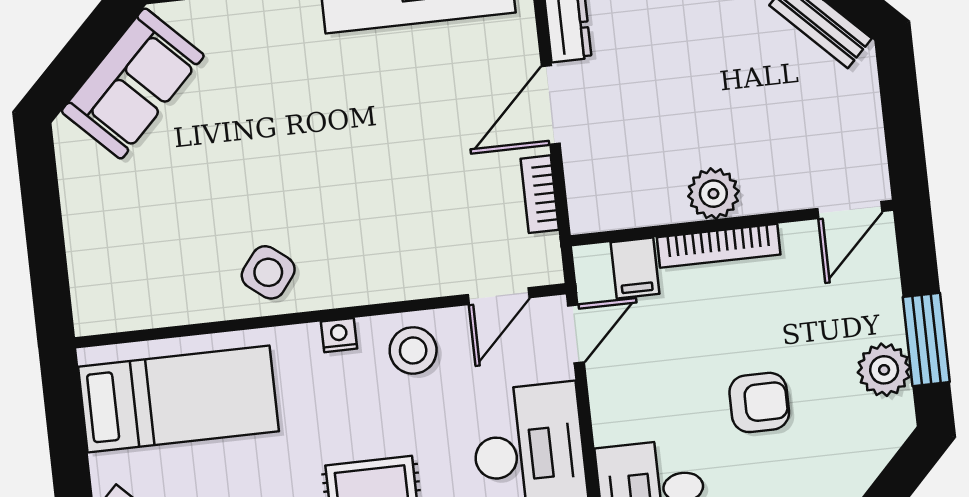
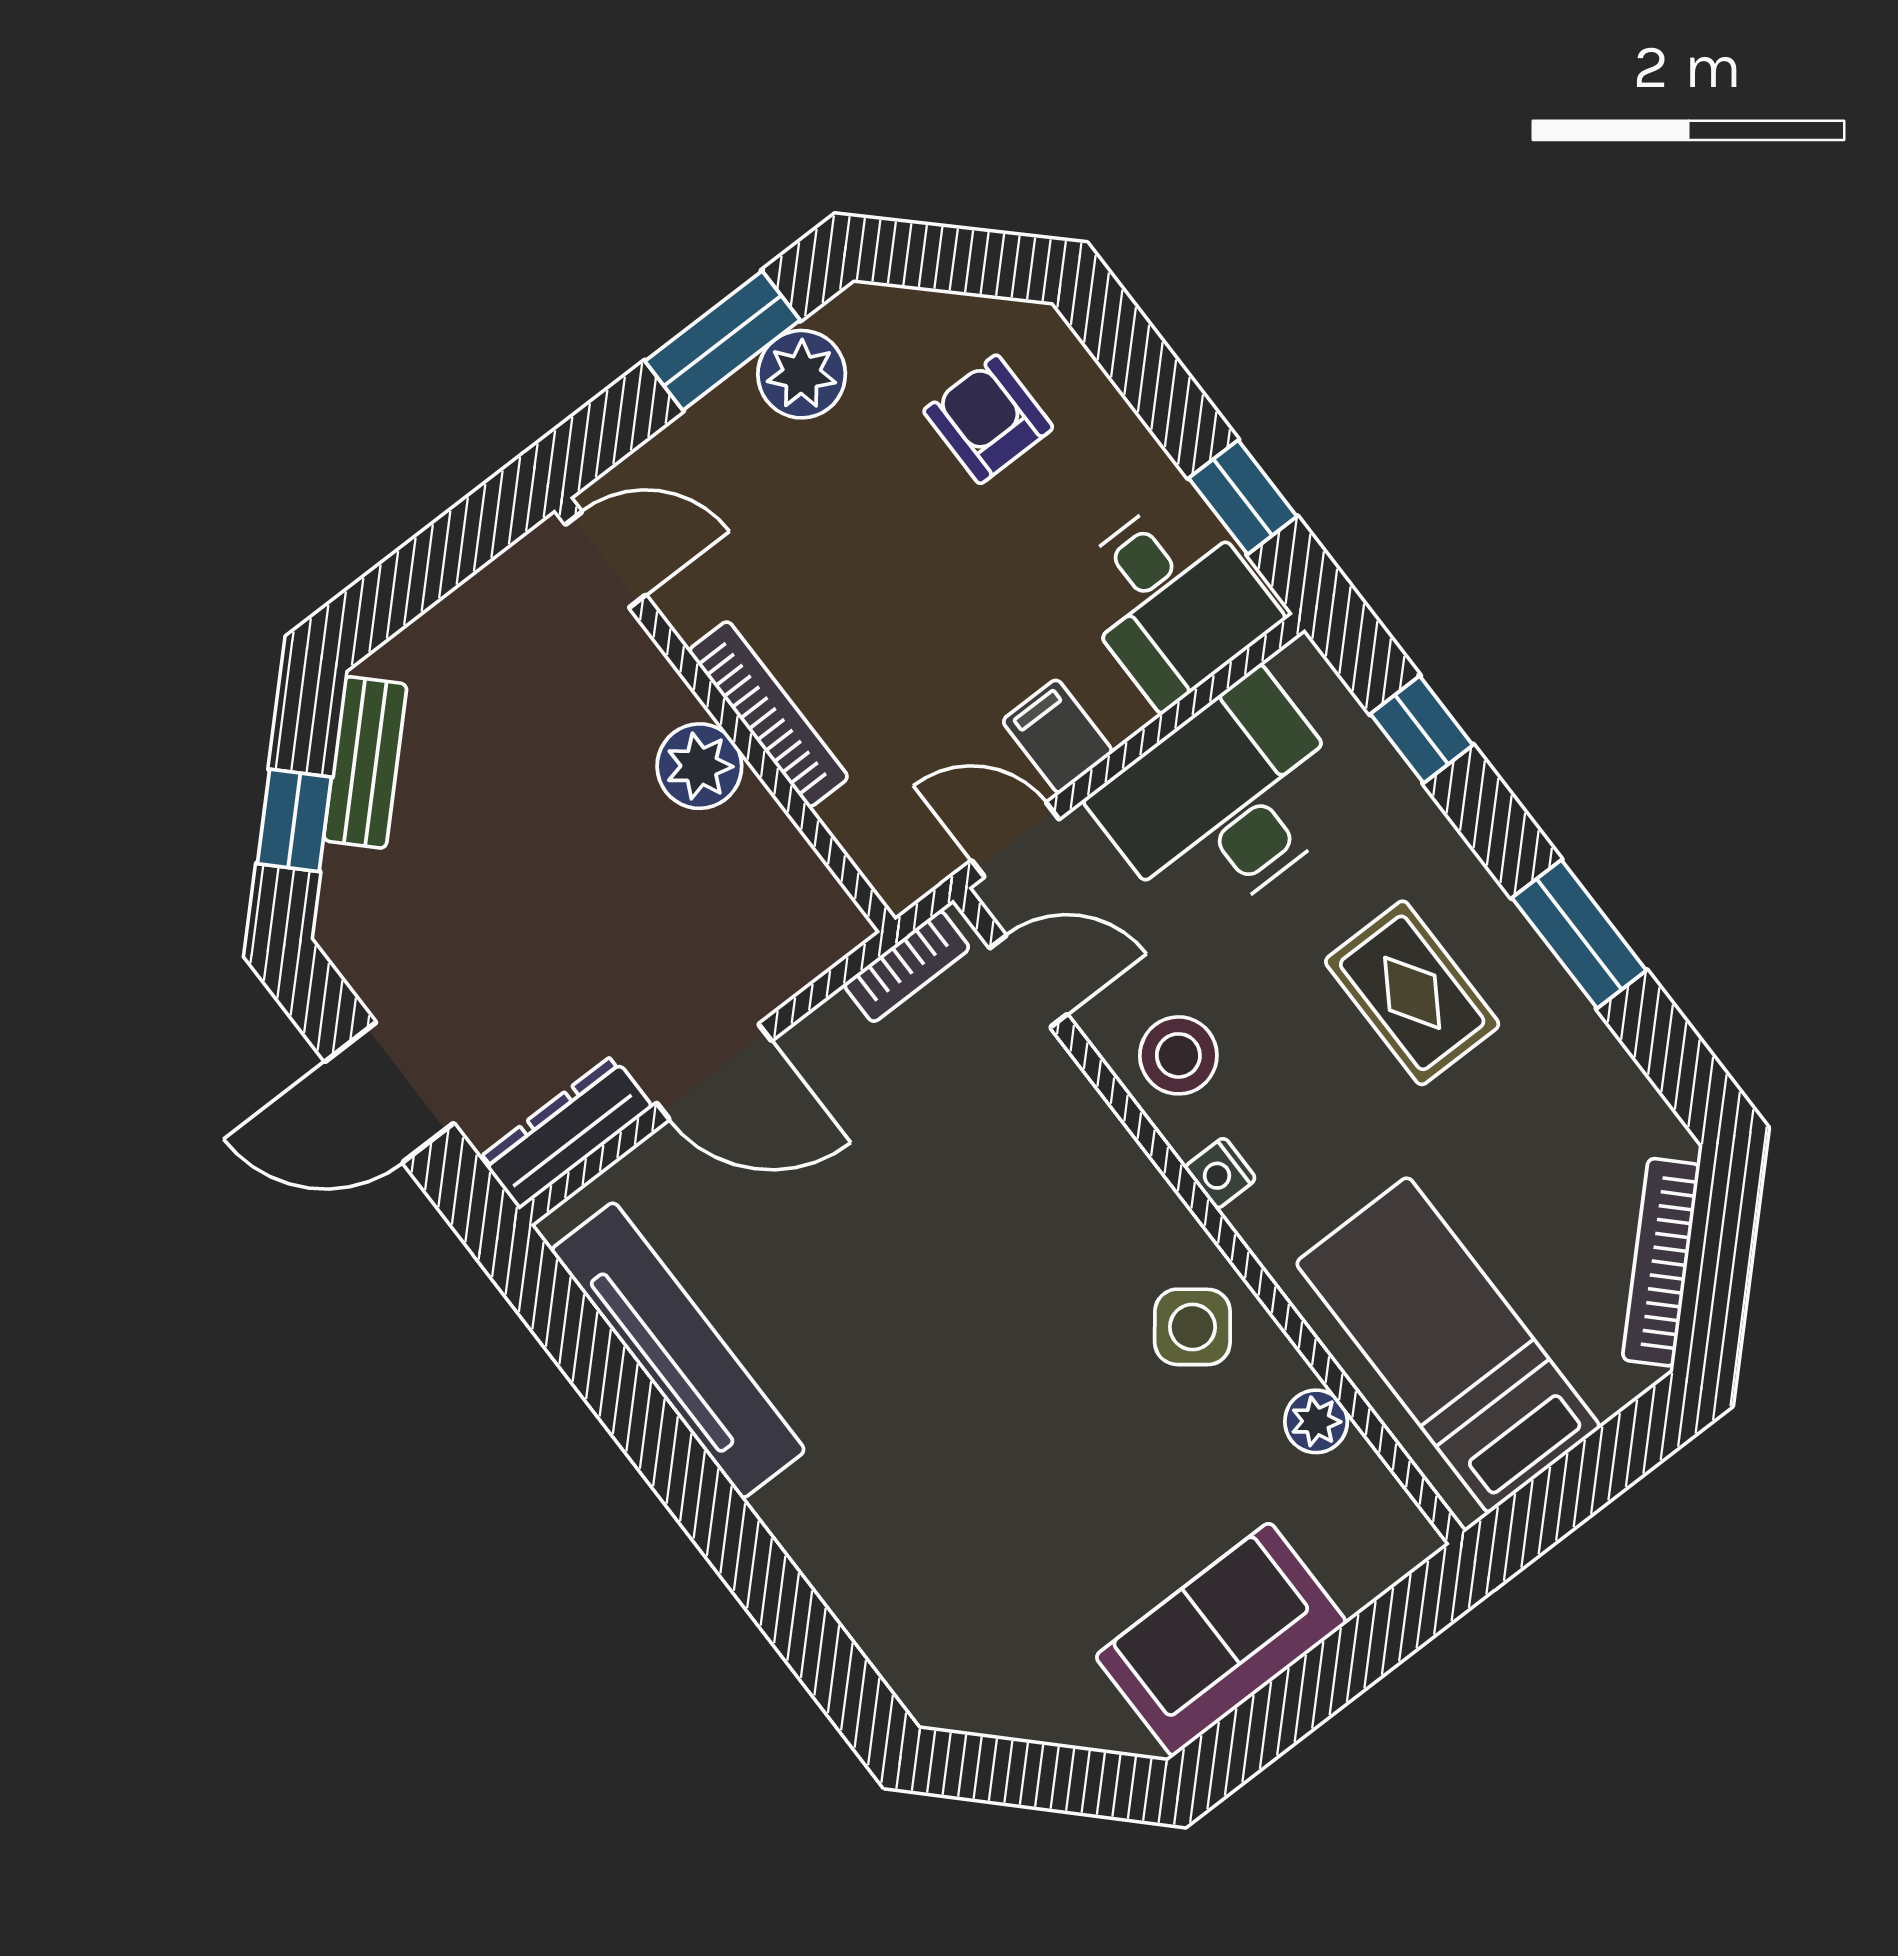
sofa: (133, 83) -> (1221, 1639), moved, turned -45
bookcase: (540, 194) -> (907, 966), moved
filing cabinet: (635, 268) -> (1058, 736), moved, turned -90
plant: (180, 307) -> (1316, 1421), added
armchair: (759, 402) -> (988, 419), moved

